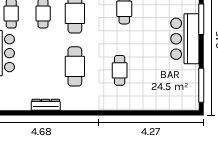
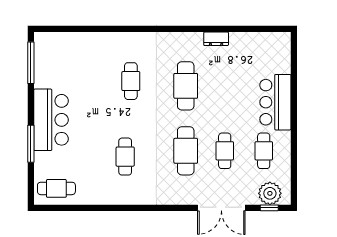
dresser: (46, 105) -> (216, 39), width x0.70

